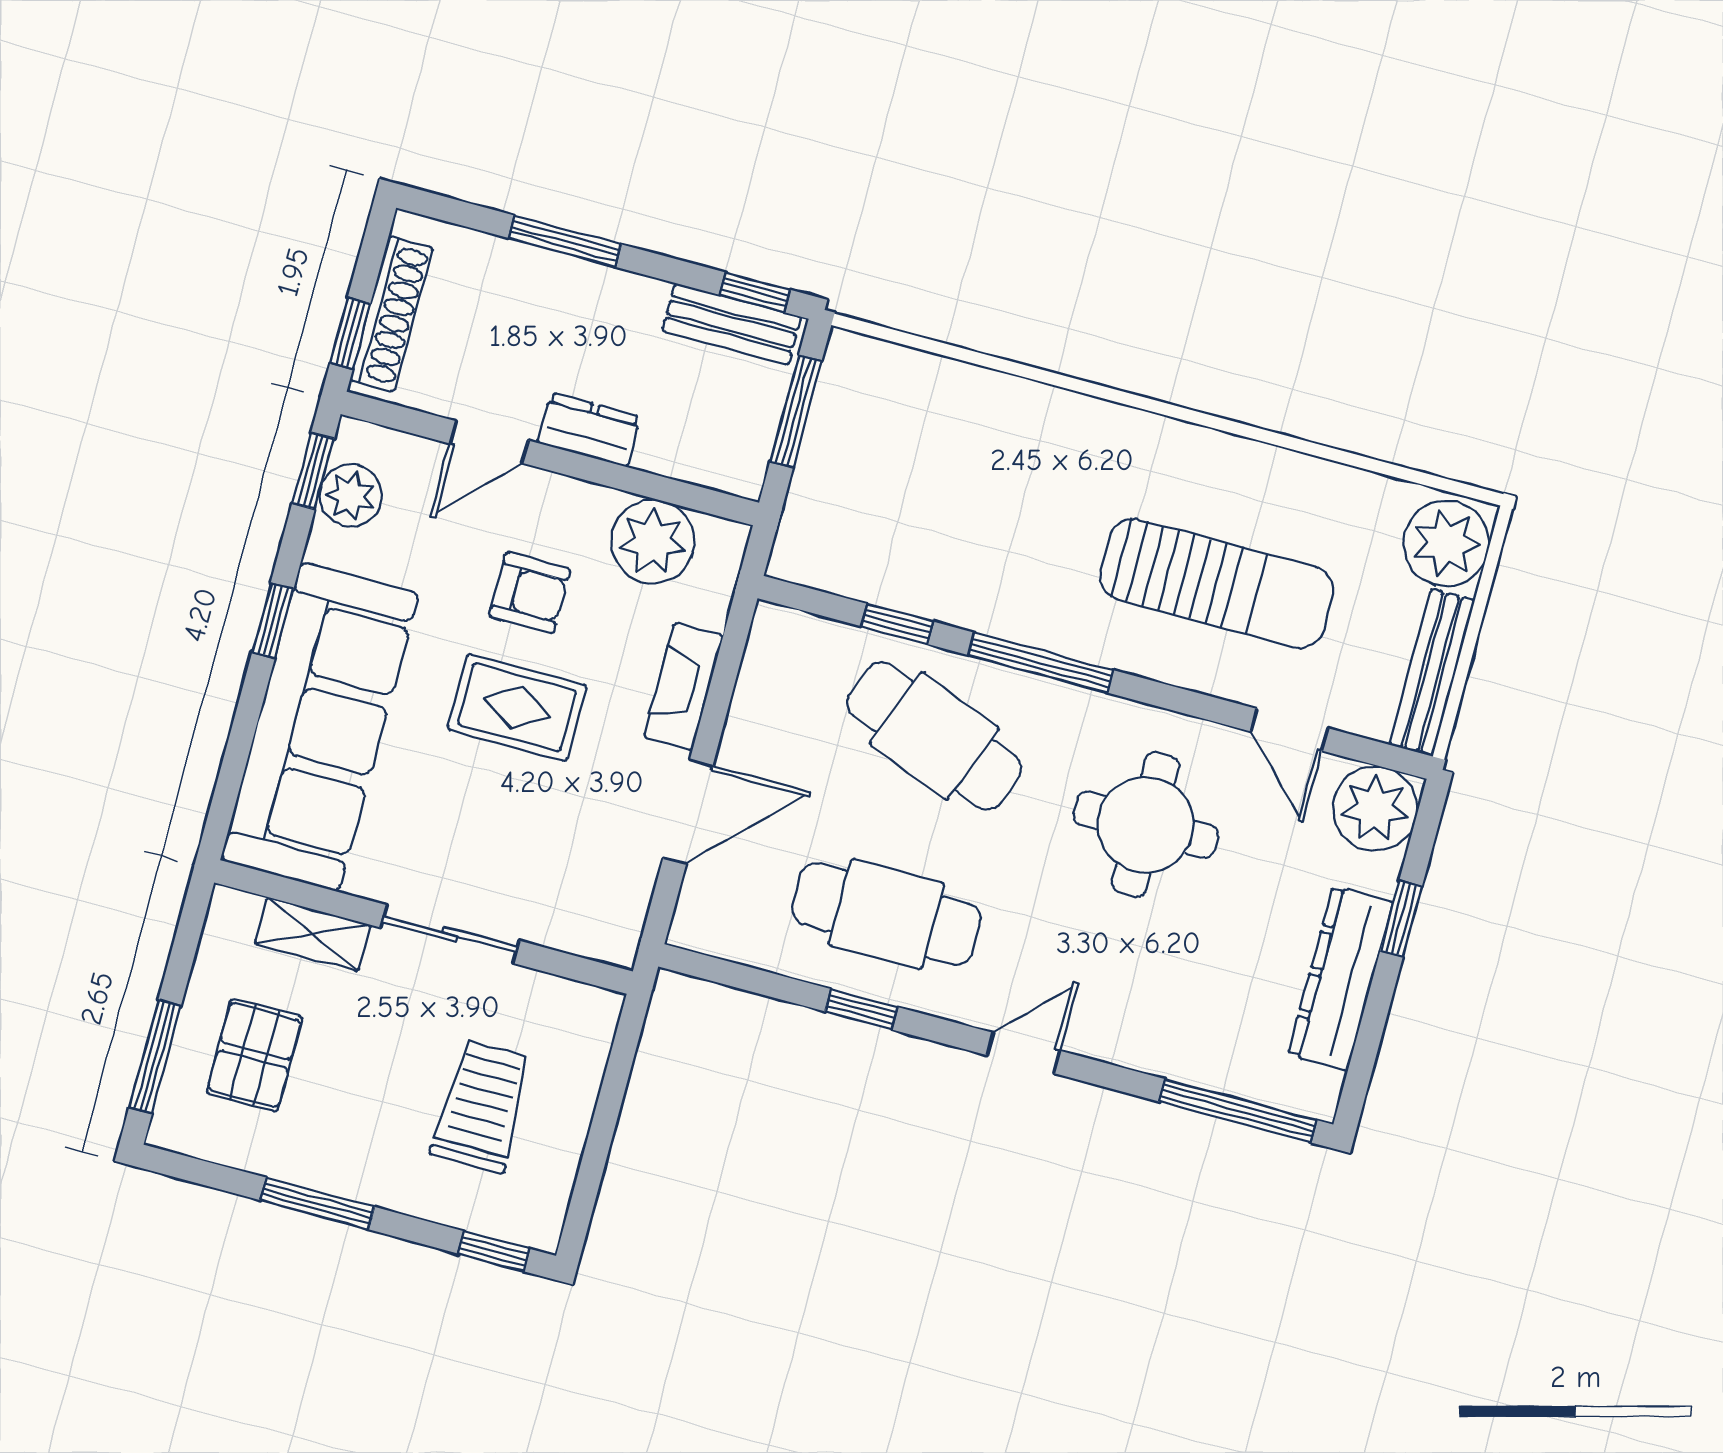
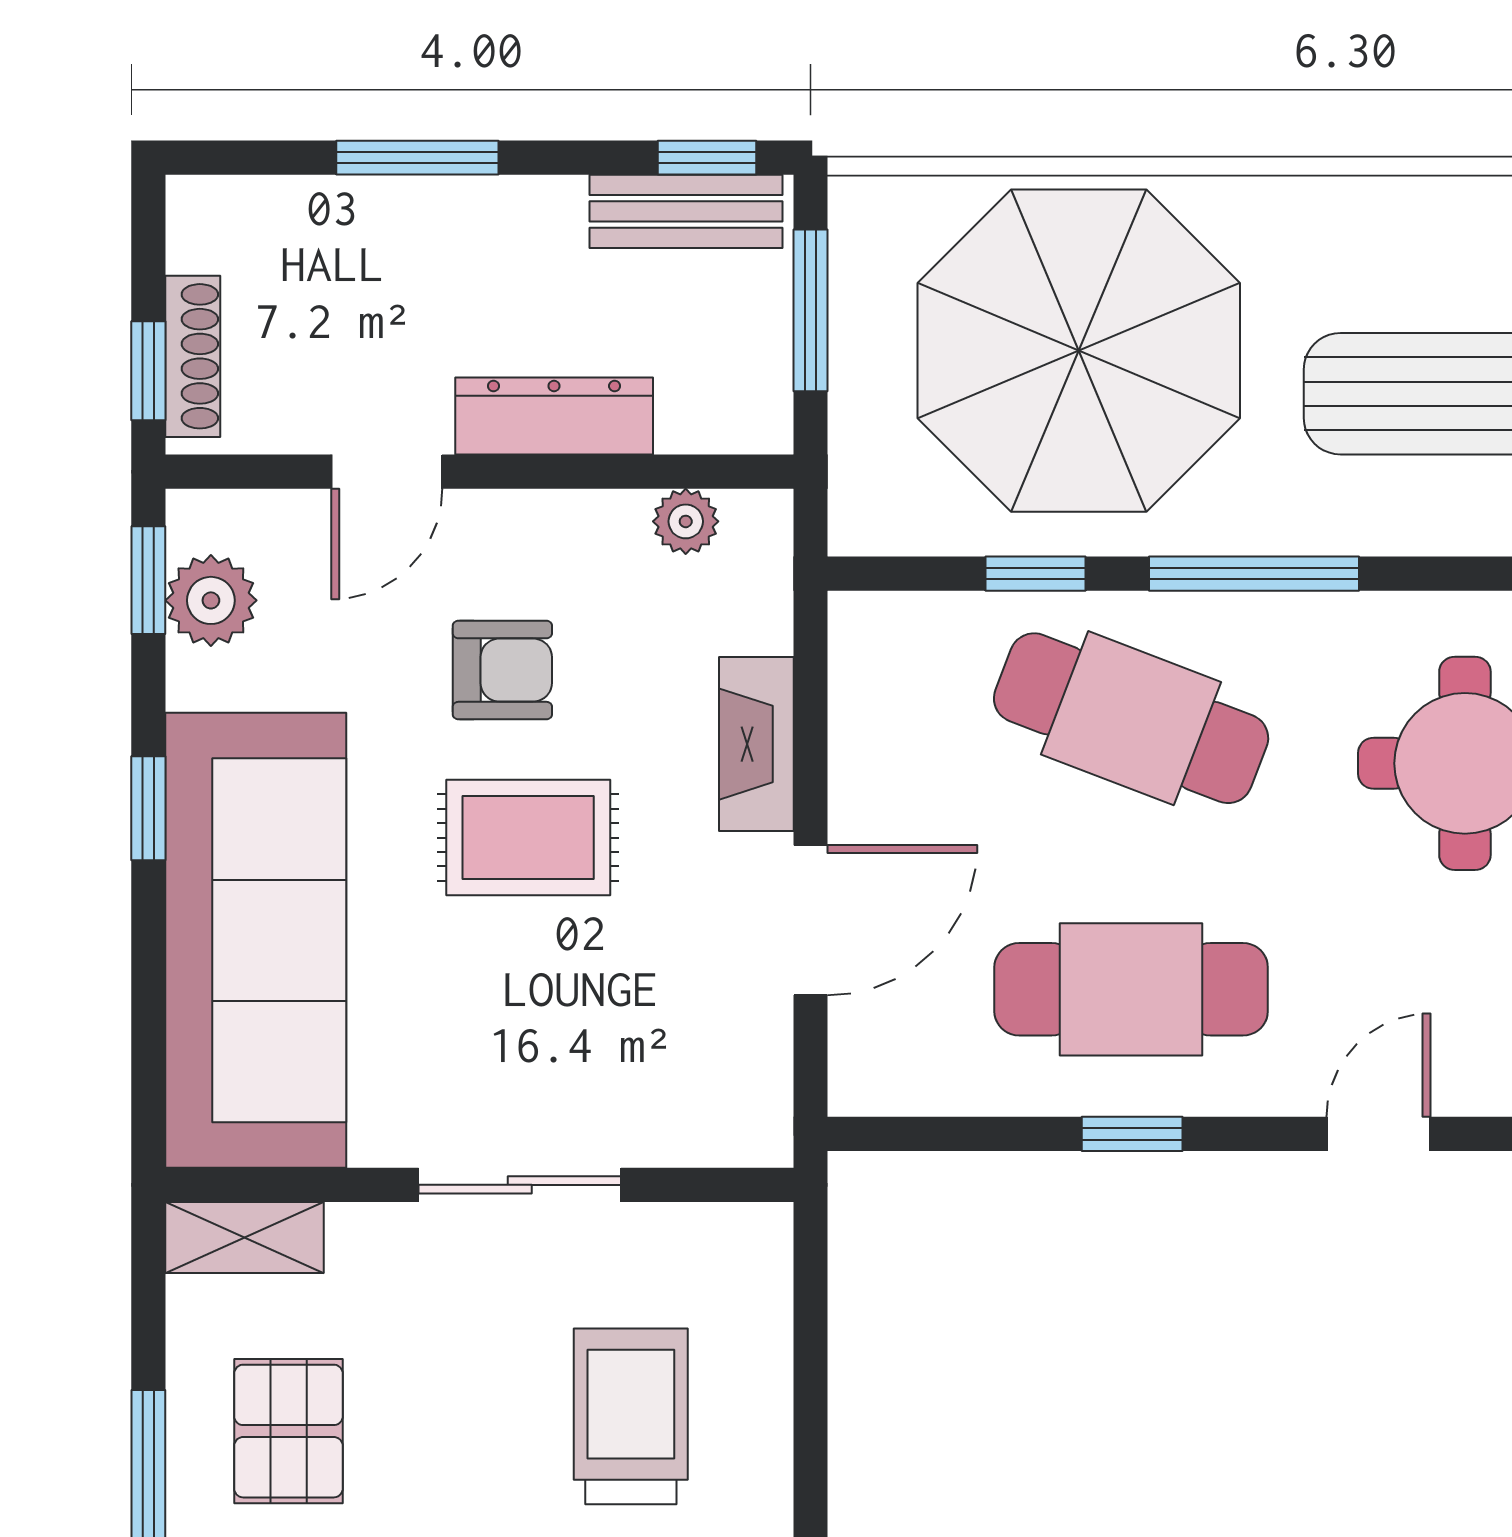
shoe rack: (391, 314) -> (193, 356), width x0.74, depth x0.81
dresser: (589, 430) -> (554, 416), width x1.44
parasol: (965, 485) -> (1079, 351), added
plant: (653, 541) -> (686, 521), width x0.53, depth x0.53
shelving: (313, 934) -> (245, 1237), moved

